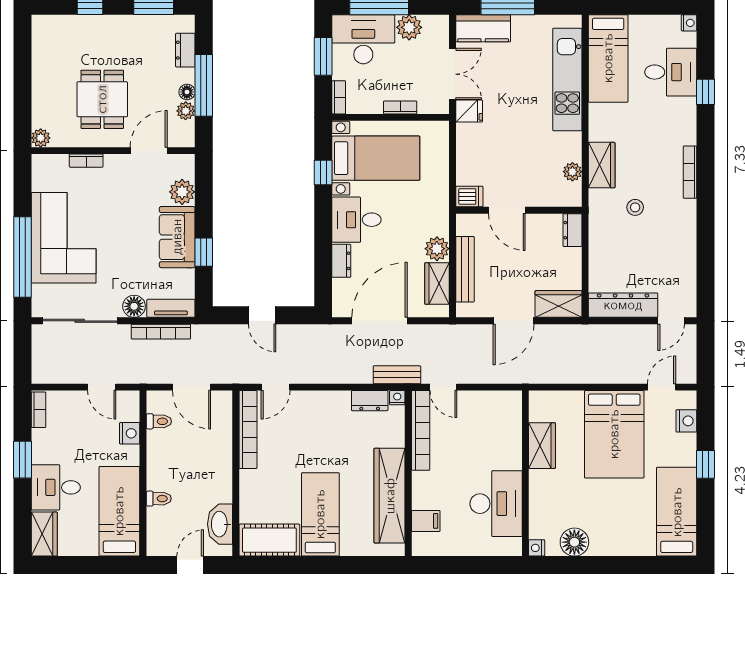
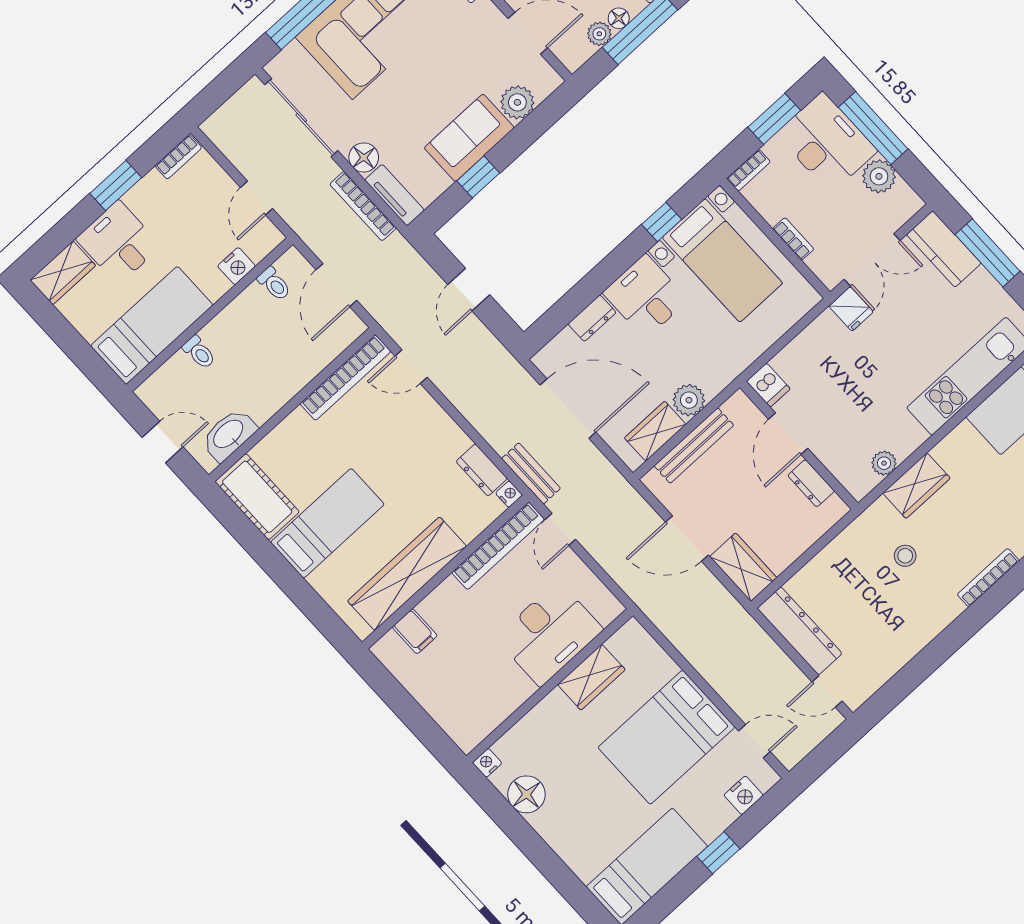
dresser: (572, 230) -> (811, 483), moved, turned -90
desk: (496, 504) -> (549, 634), moved

